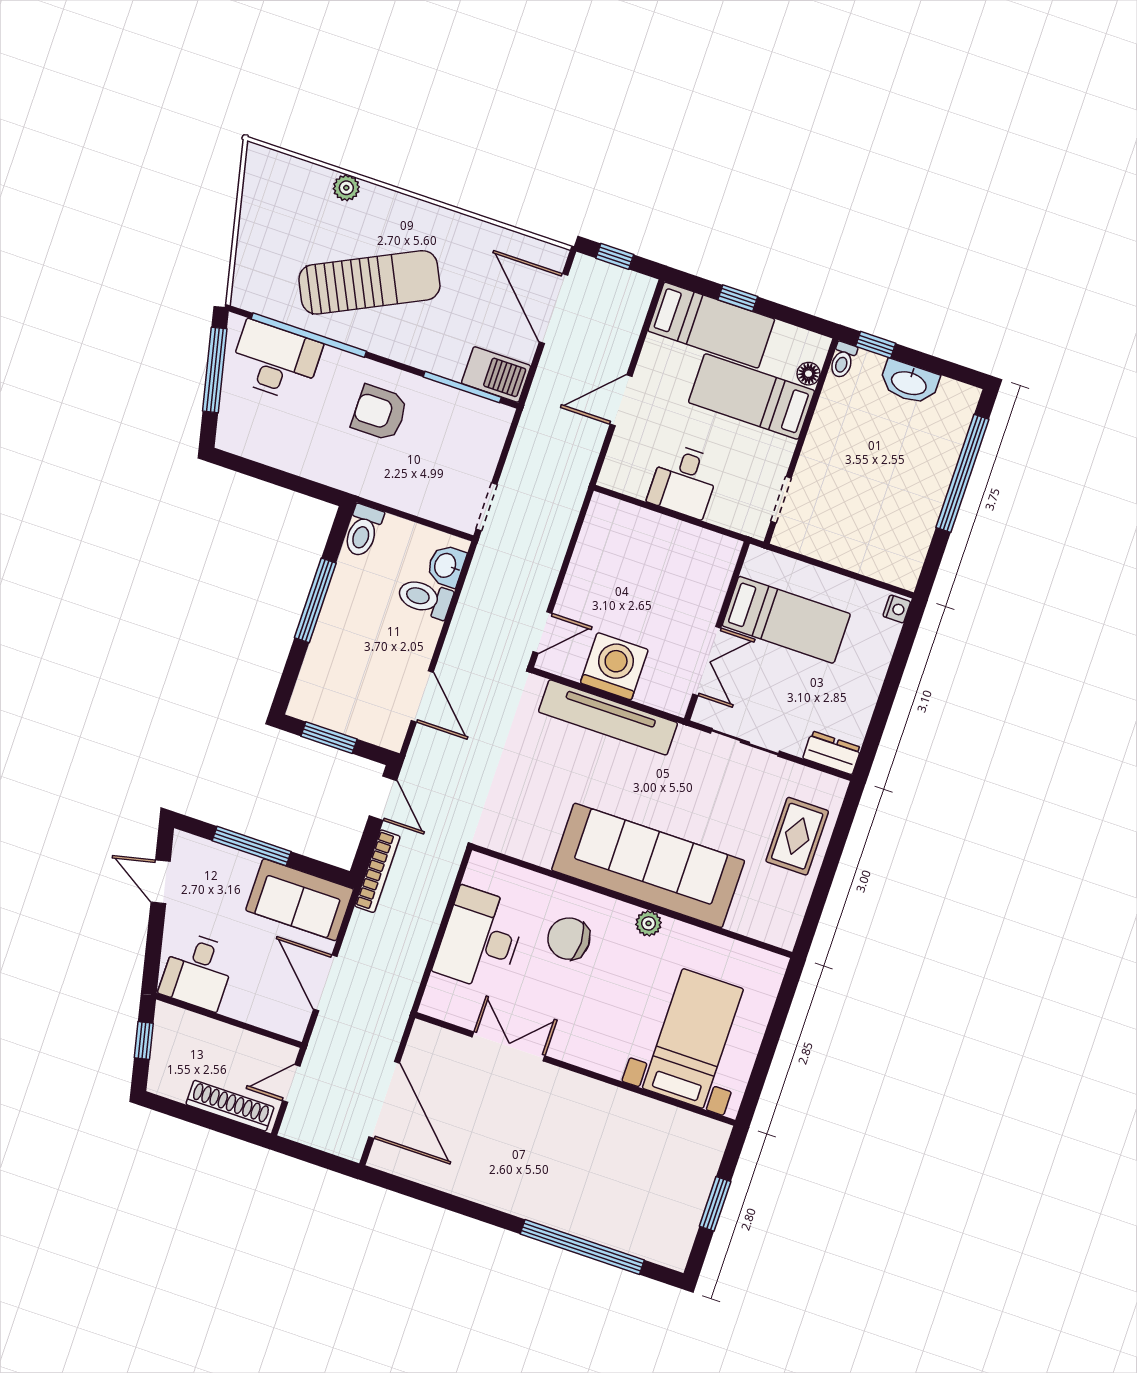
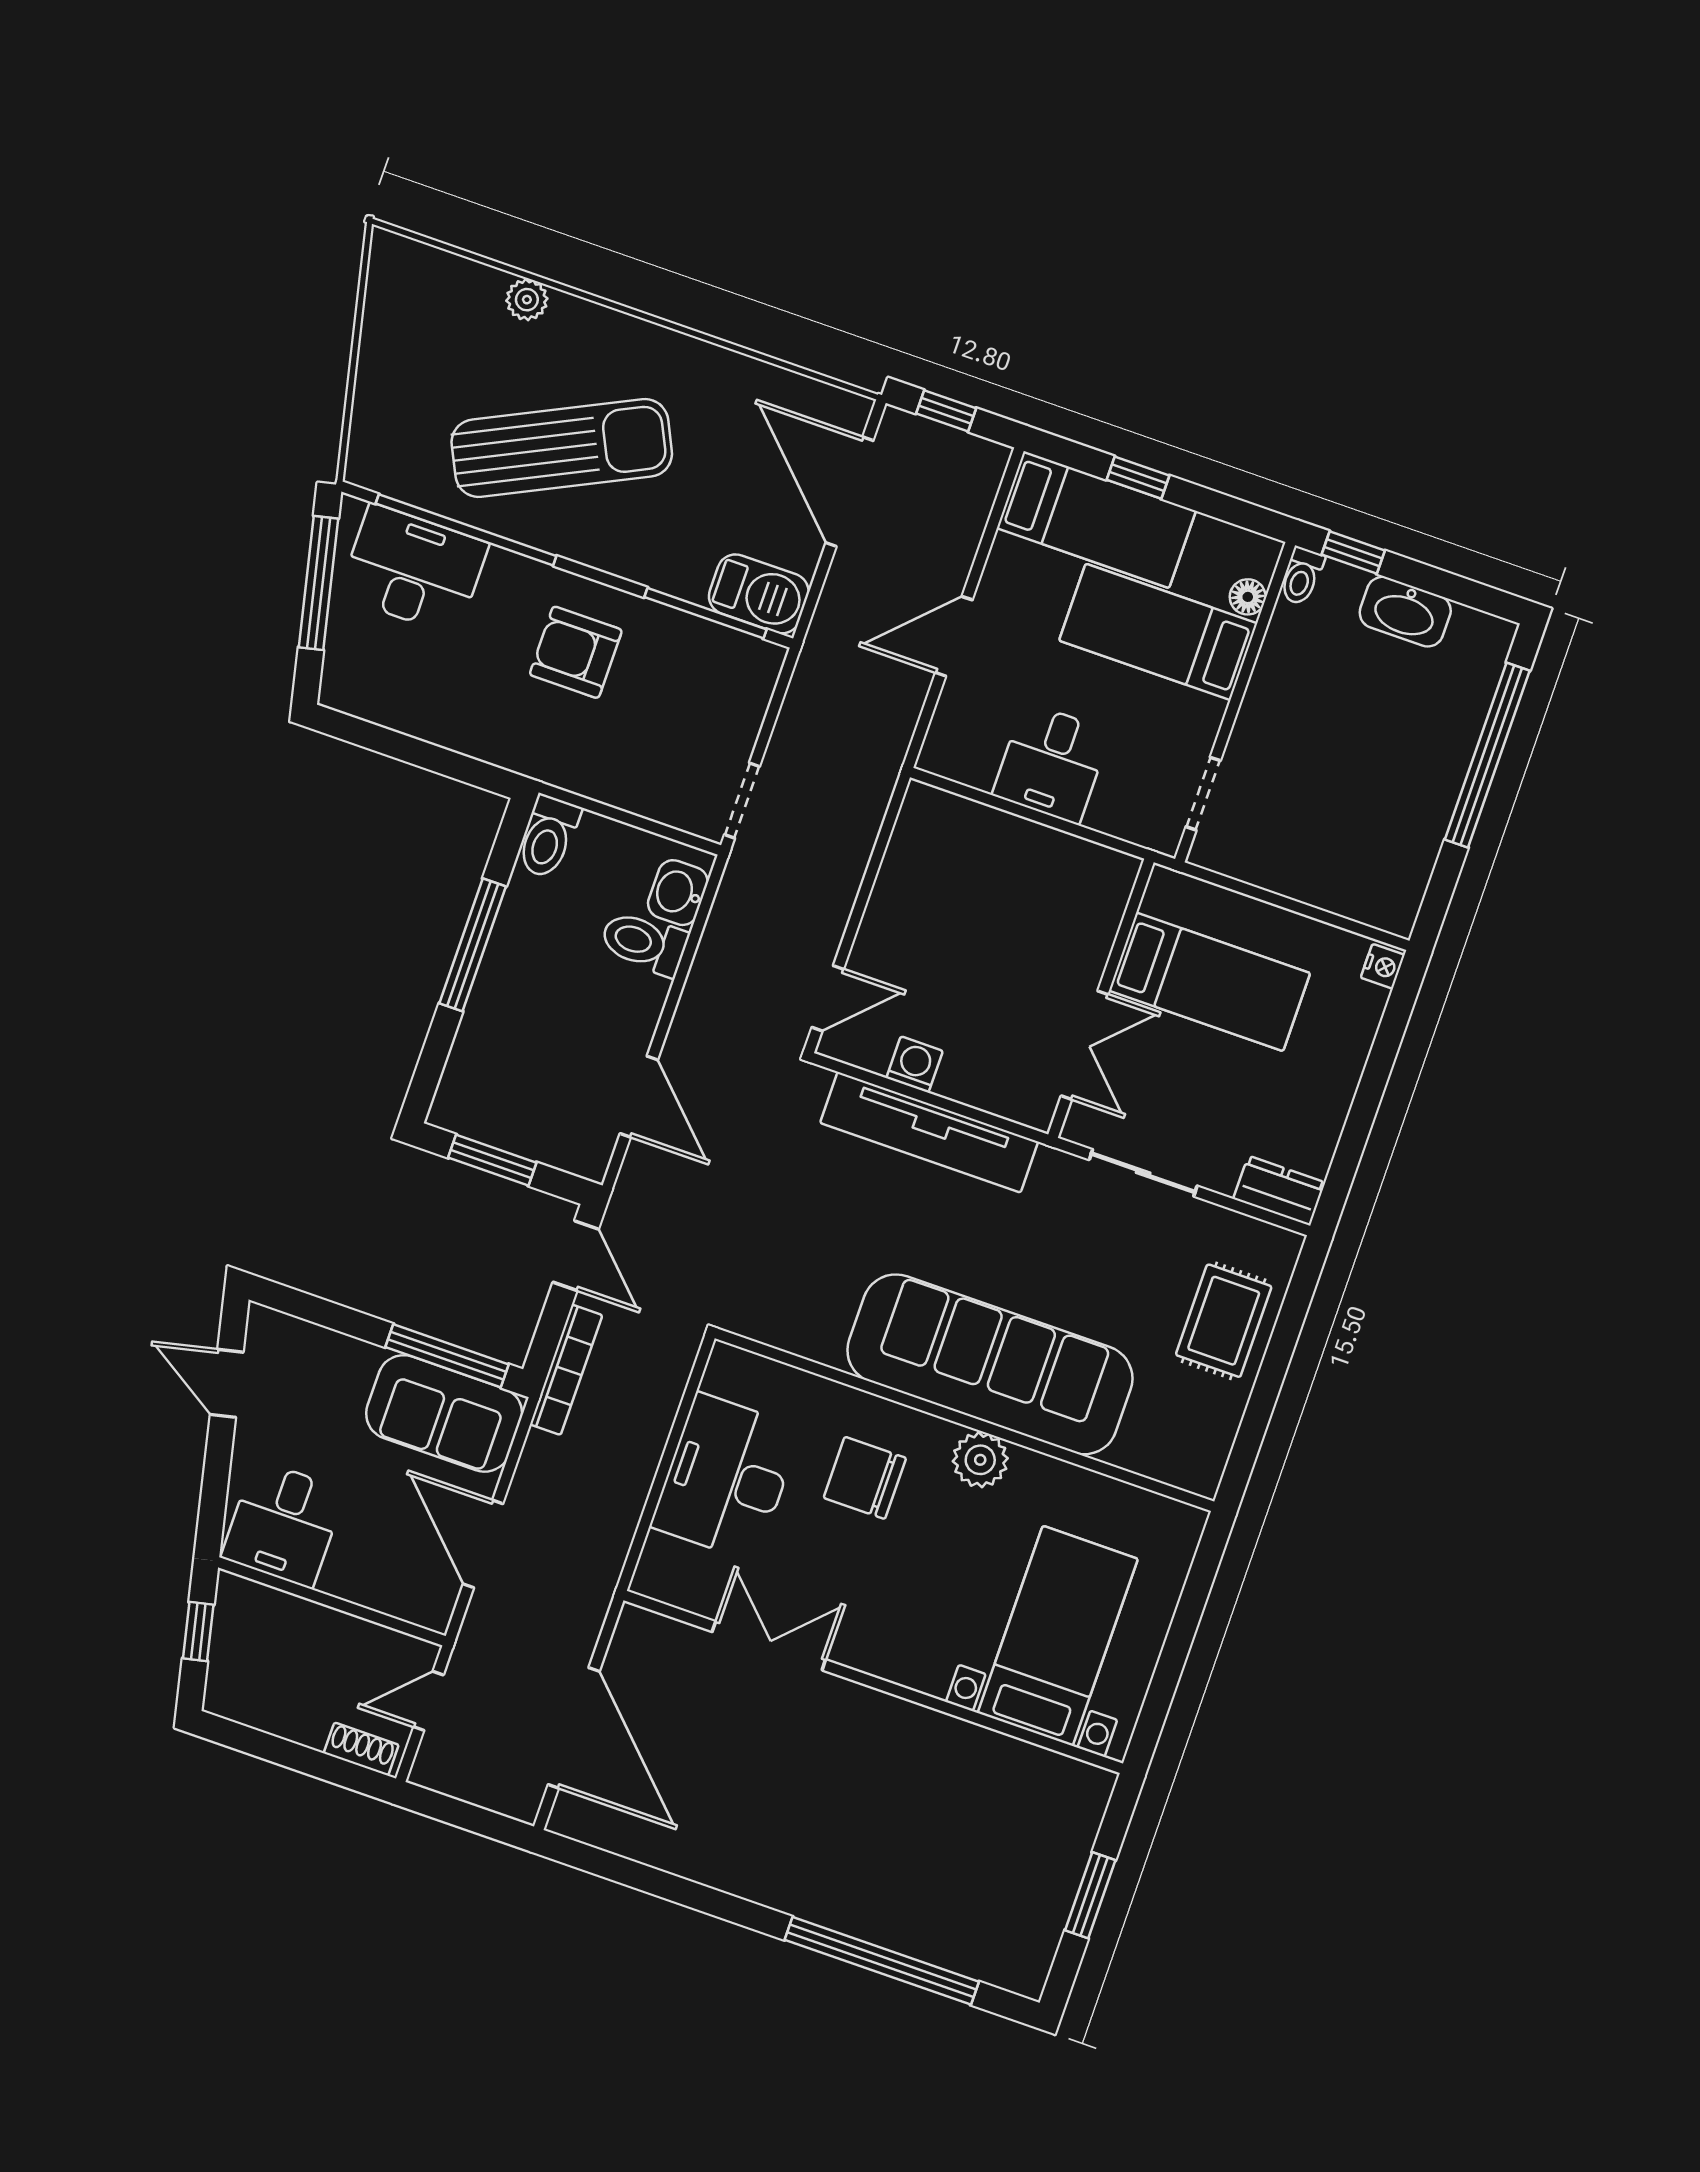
washing machine: (614, 666) -> (915, 1064), width x0.53, depth x0.53
window: (252, 846) -> (447, 1356), moved
plant: (649, 923) -> (980, 1460), width x1.38, depth x1.38
shoe rack: (230, 1106) -> (361, 1749), width x0.51, depth x0.81

